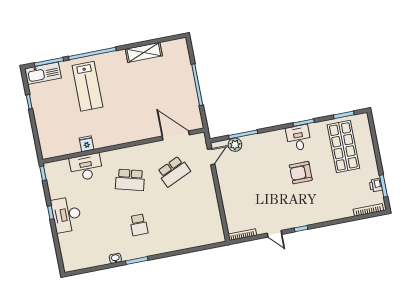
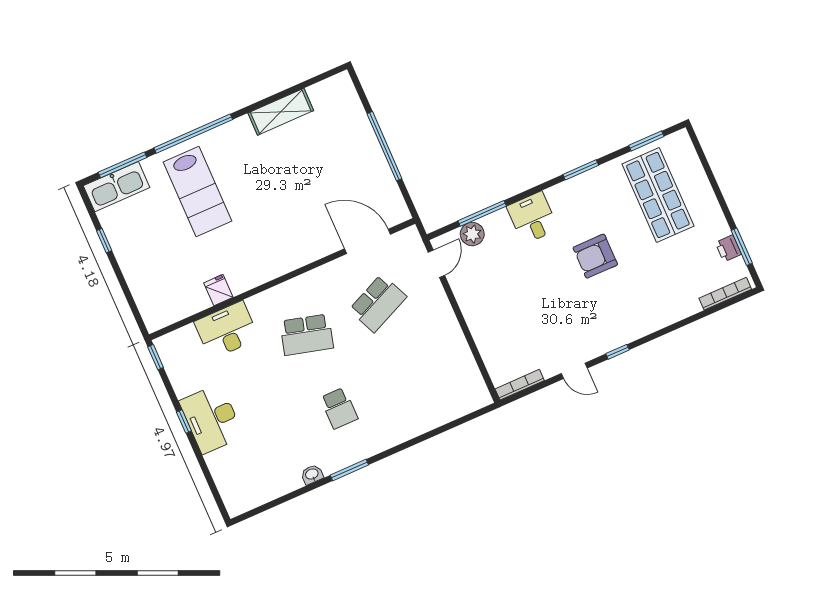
desk: (299, 138) -> (532, 218), moved

